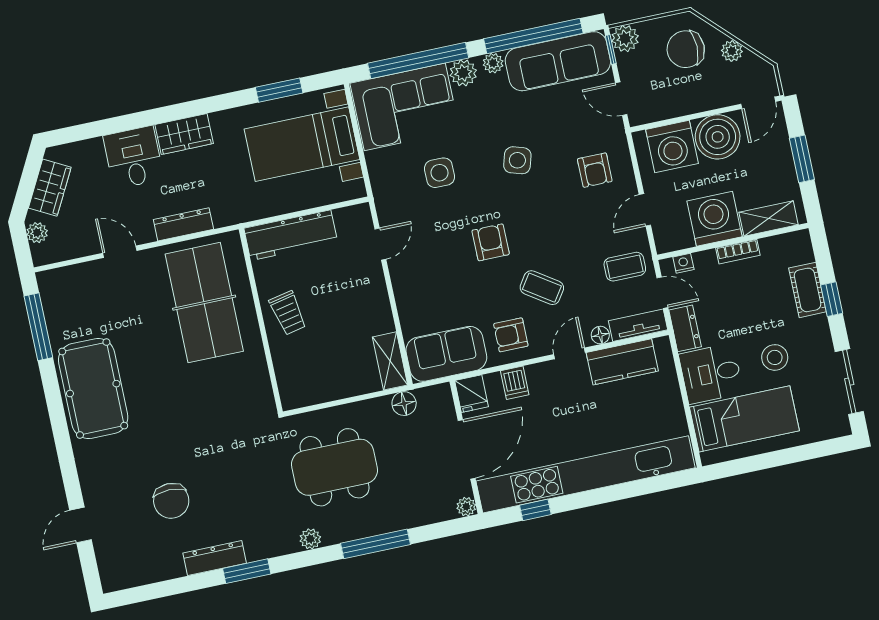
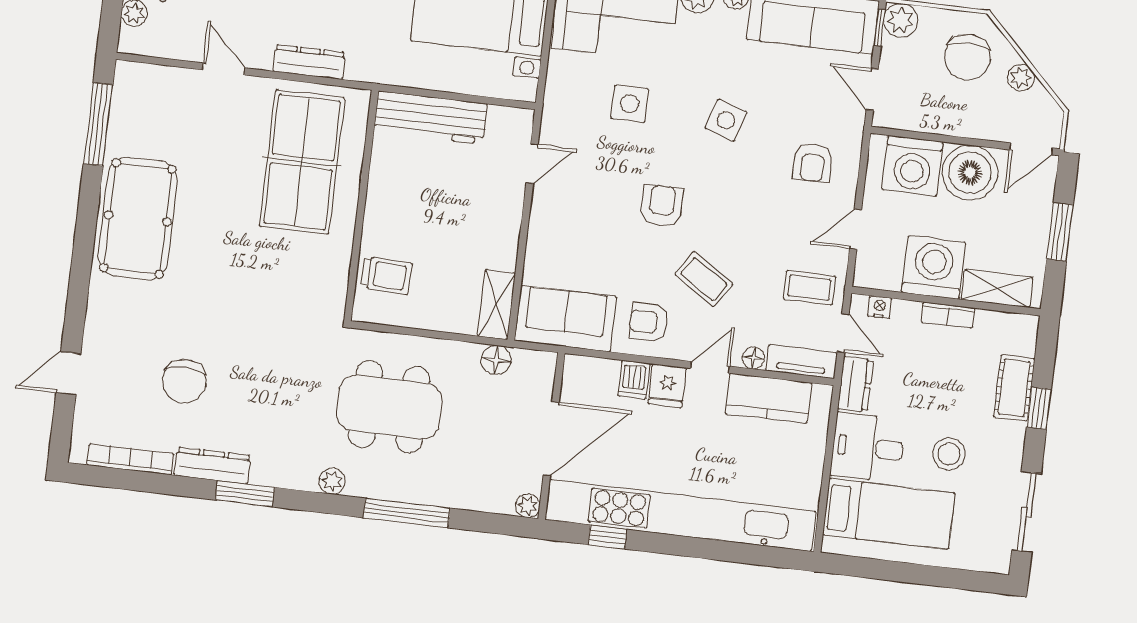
chair: (686, 49) -> (968, 57), turned -90
trolley: (288, 313) -> (386, 275), moved, turned -75
fridge: (472, 394) -> (667, 386), moved
bookcase: (150, 575) -> (130, 459), added

